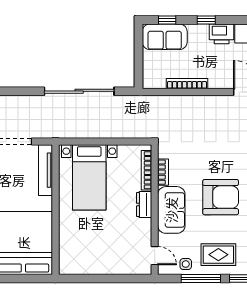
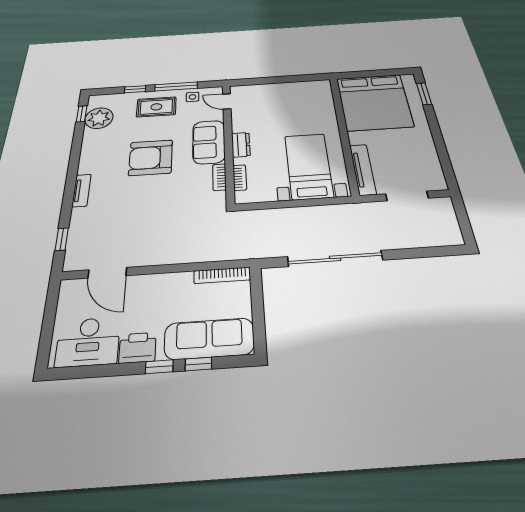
window: (167, 20) -> (198, 364), moved
sofa: (165, 37) -> (209, 339), width x1.36
bookcase: (187, 84) -> (222, 275), moved
bookcase: (146, 170) -> (240, 178), width x0.64

